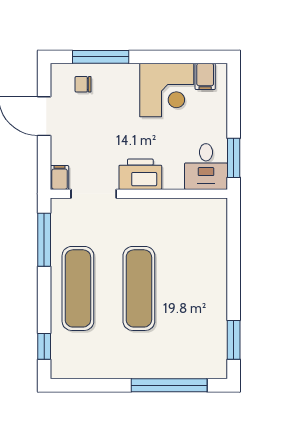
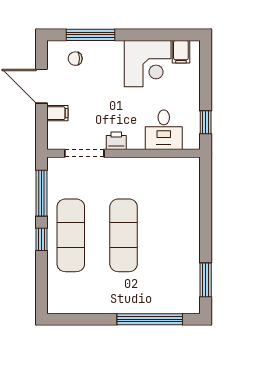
window: (234, 158) -> (206, 122), width x0.67
desk: (206, 167) -> (164, 130), moved
printer: (140, 174) -> (116, 141), width x0.53, depth x0.68
filing cabinet: (60, 177) -> (57, 113), moved, turned 90
window: (44, 346) -> (42, 239), moved

